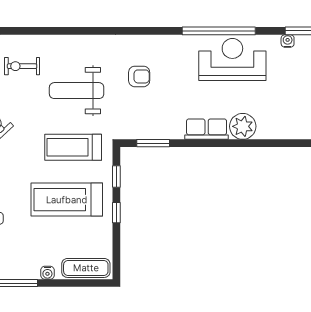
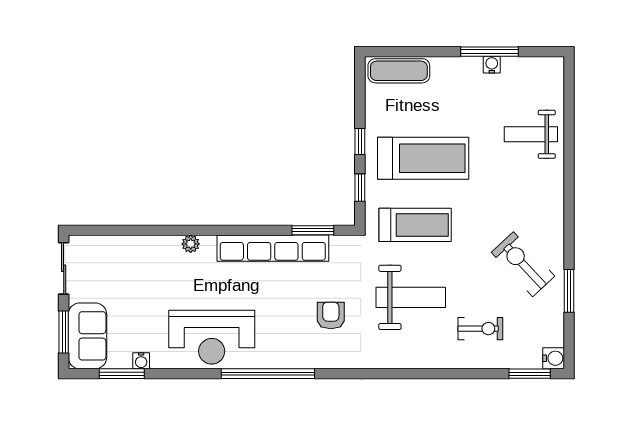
window: (219, 31) -> (268, 374), moved
armchair: (139, 76) -> (331, 315), turned 90
plant: (243, 126) -> (191, 244), width x0.53, depth x0.53
row of seats: (207, 129) -> (273, 248), width x2.02
water cooler: (47, 273) -> (492, 65), moved

